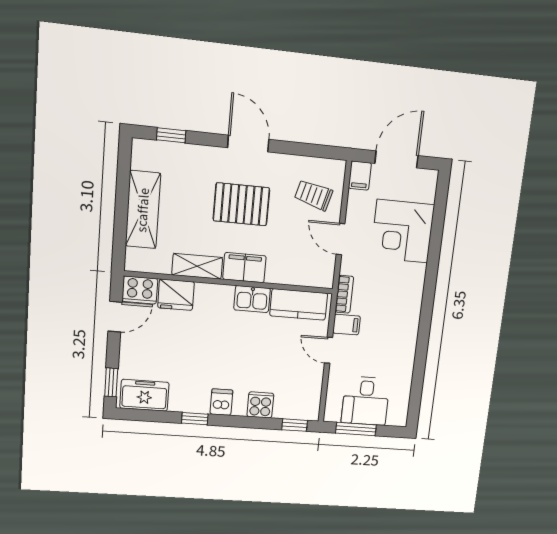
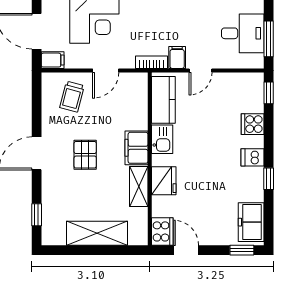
pallet: (241, 204) -> (85, 155), width x0.67, depth x0.71
fridge: (176, 295) -> (164, 181), moved

